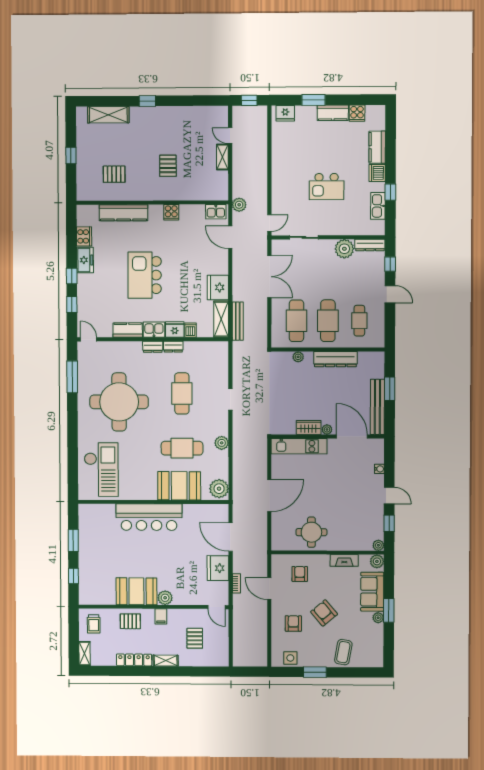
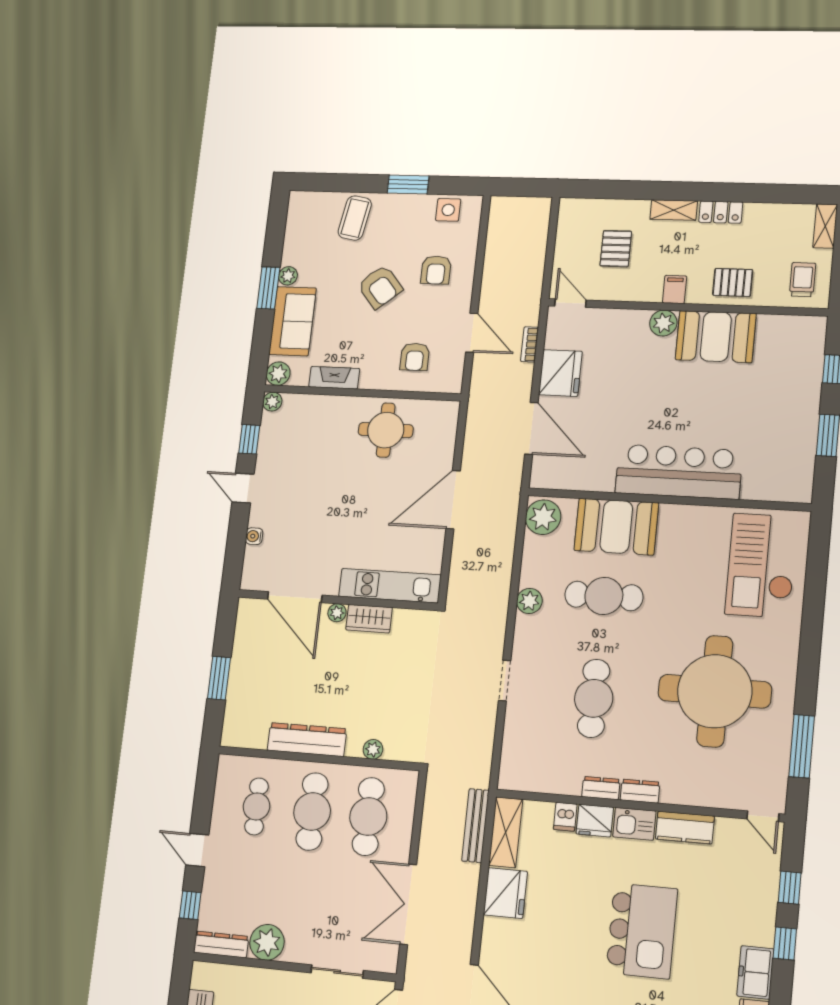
bench: (377, 407) -> (244, 647), removed
locker: (134, 660) -> (721, 212), width x0.66

